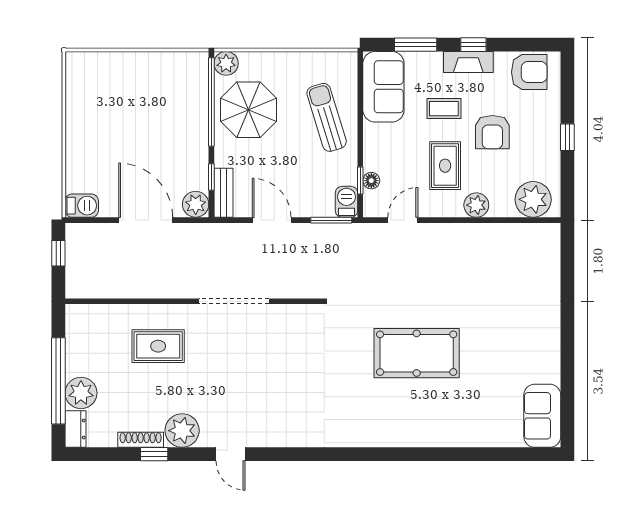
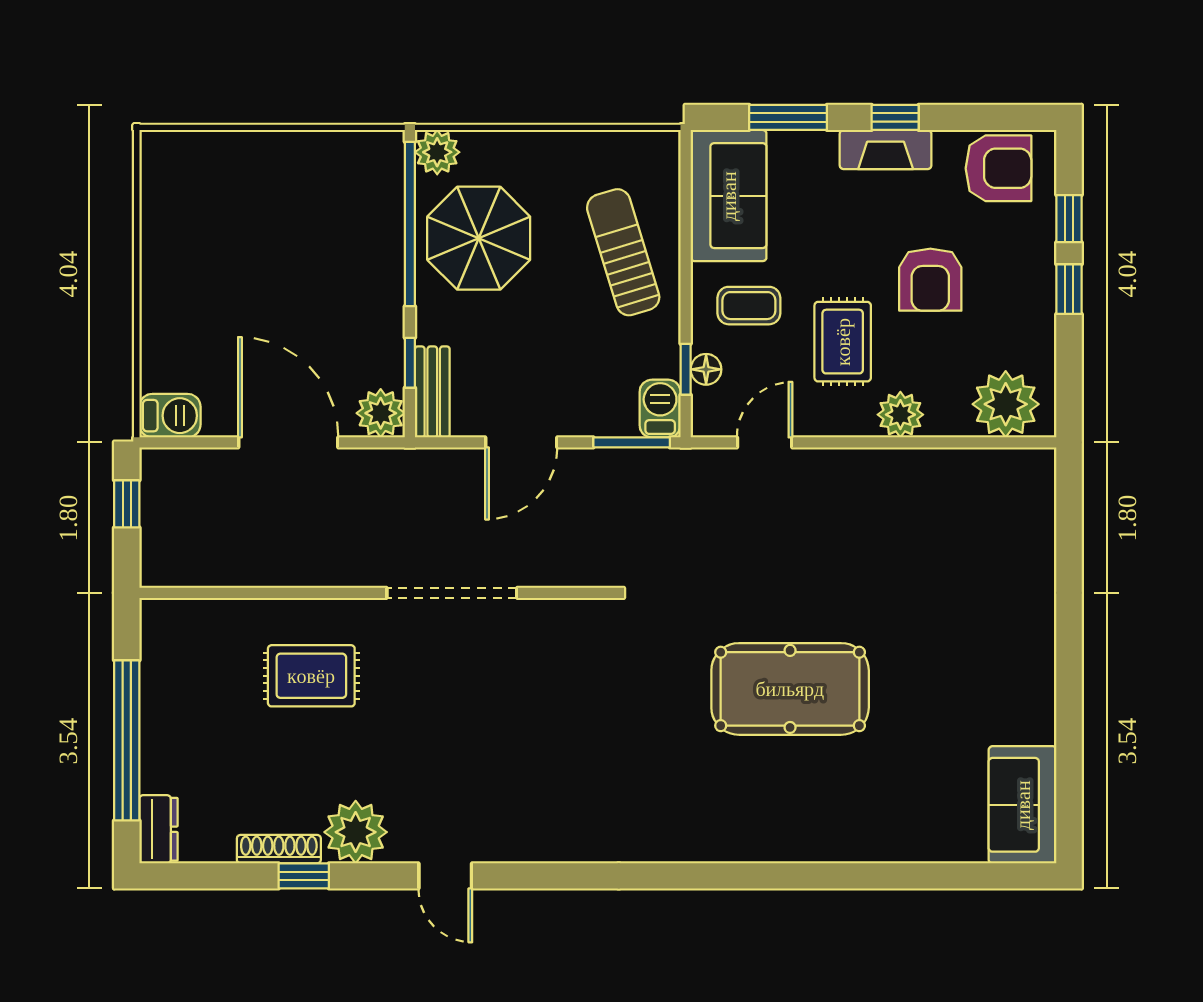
window: (567, 99) -> (1069, 219), added
coffee table: (444, 109) -> (749, 306), moved
door: (272, 220) -> (521, 442), swing flipped
plant: (81, 393) -> (168, 763), removed

